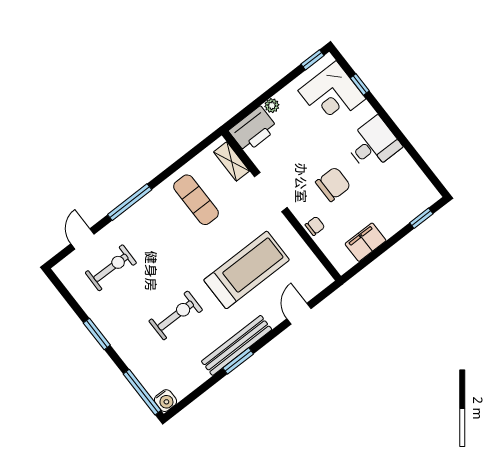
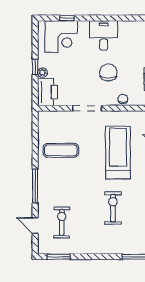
window: (312, 60) -> (35, 67), moved
shelving: (231, 161) -> (55, 116), removed
window: (97, 334) -> (59, 257), moved

